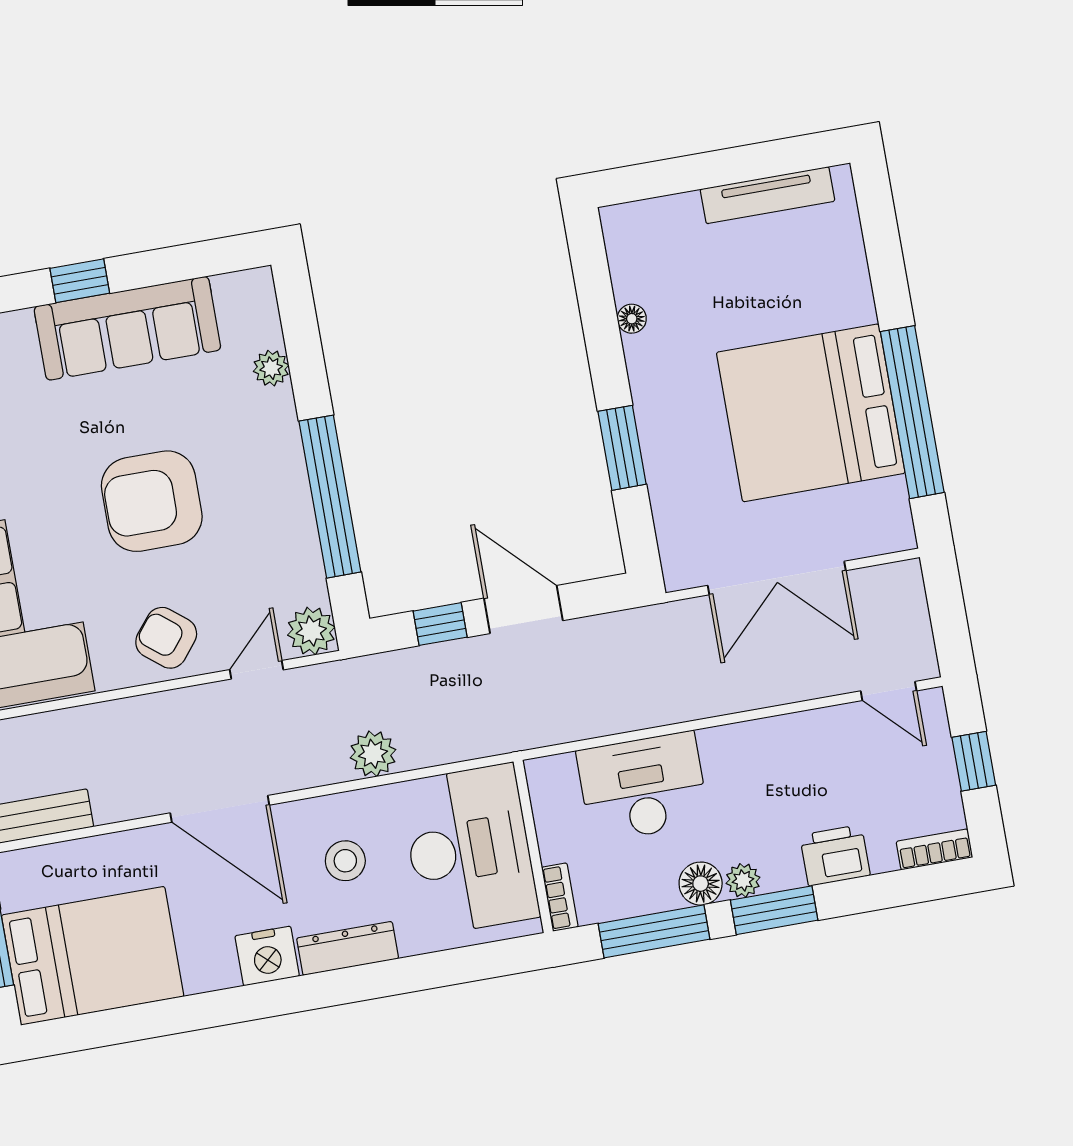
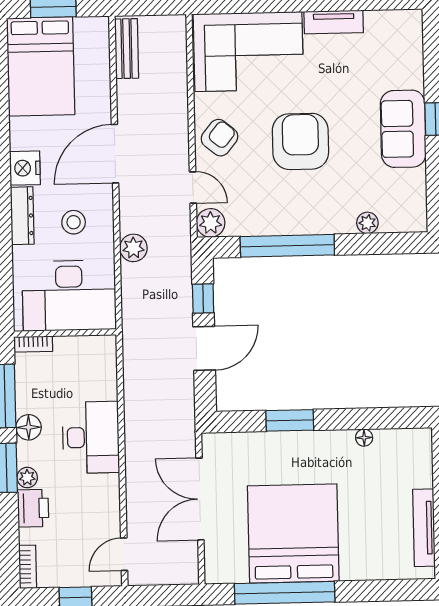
sofa: (127, 328) -> (403, 129), width x0.73
desk: (643, 787) -> (91, 437), moved
plant: (743, 880) -> (27, 478), moved

